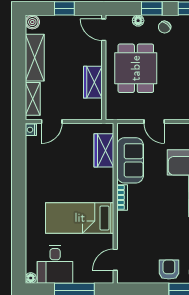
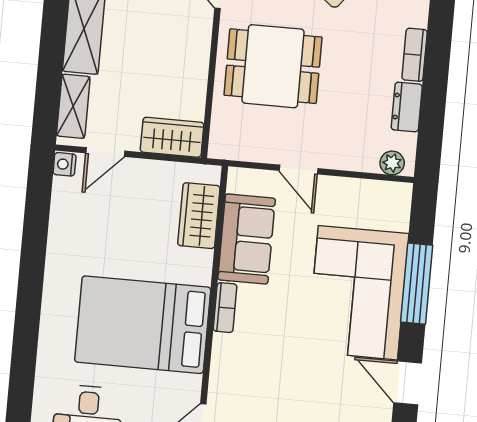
dining table: (136, 68) -> (273, 66), turned 90
wardrobe: (93, 82) -> (172, 137), moved, turned 90
bed: (80, 218) -> (143, 325), width x1.50

